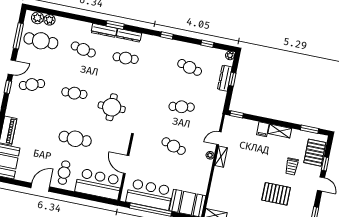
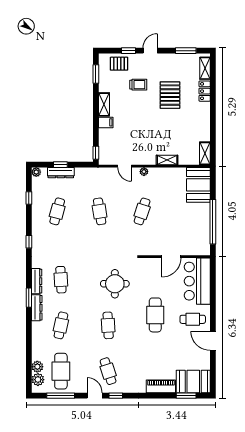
pallet: (315, 153) -> (119, 64), width x0.67, depth x0.71
shelving: (221, 157) -> (167, 160), moved
bar counter: (149, 194) -> (197, 226), removed

